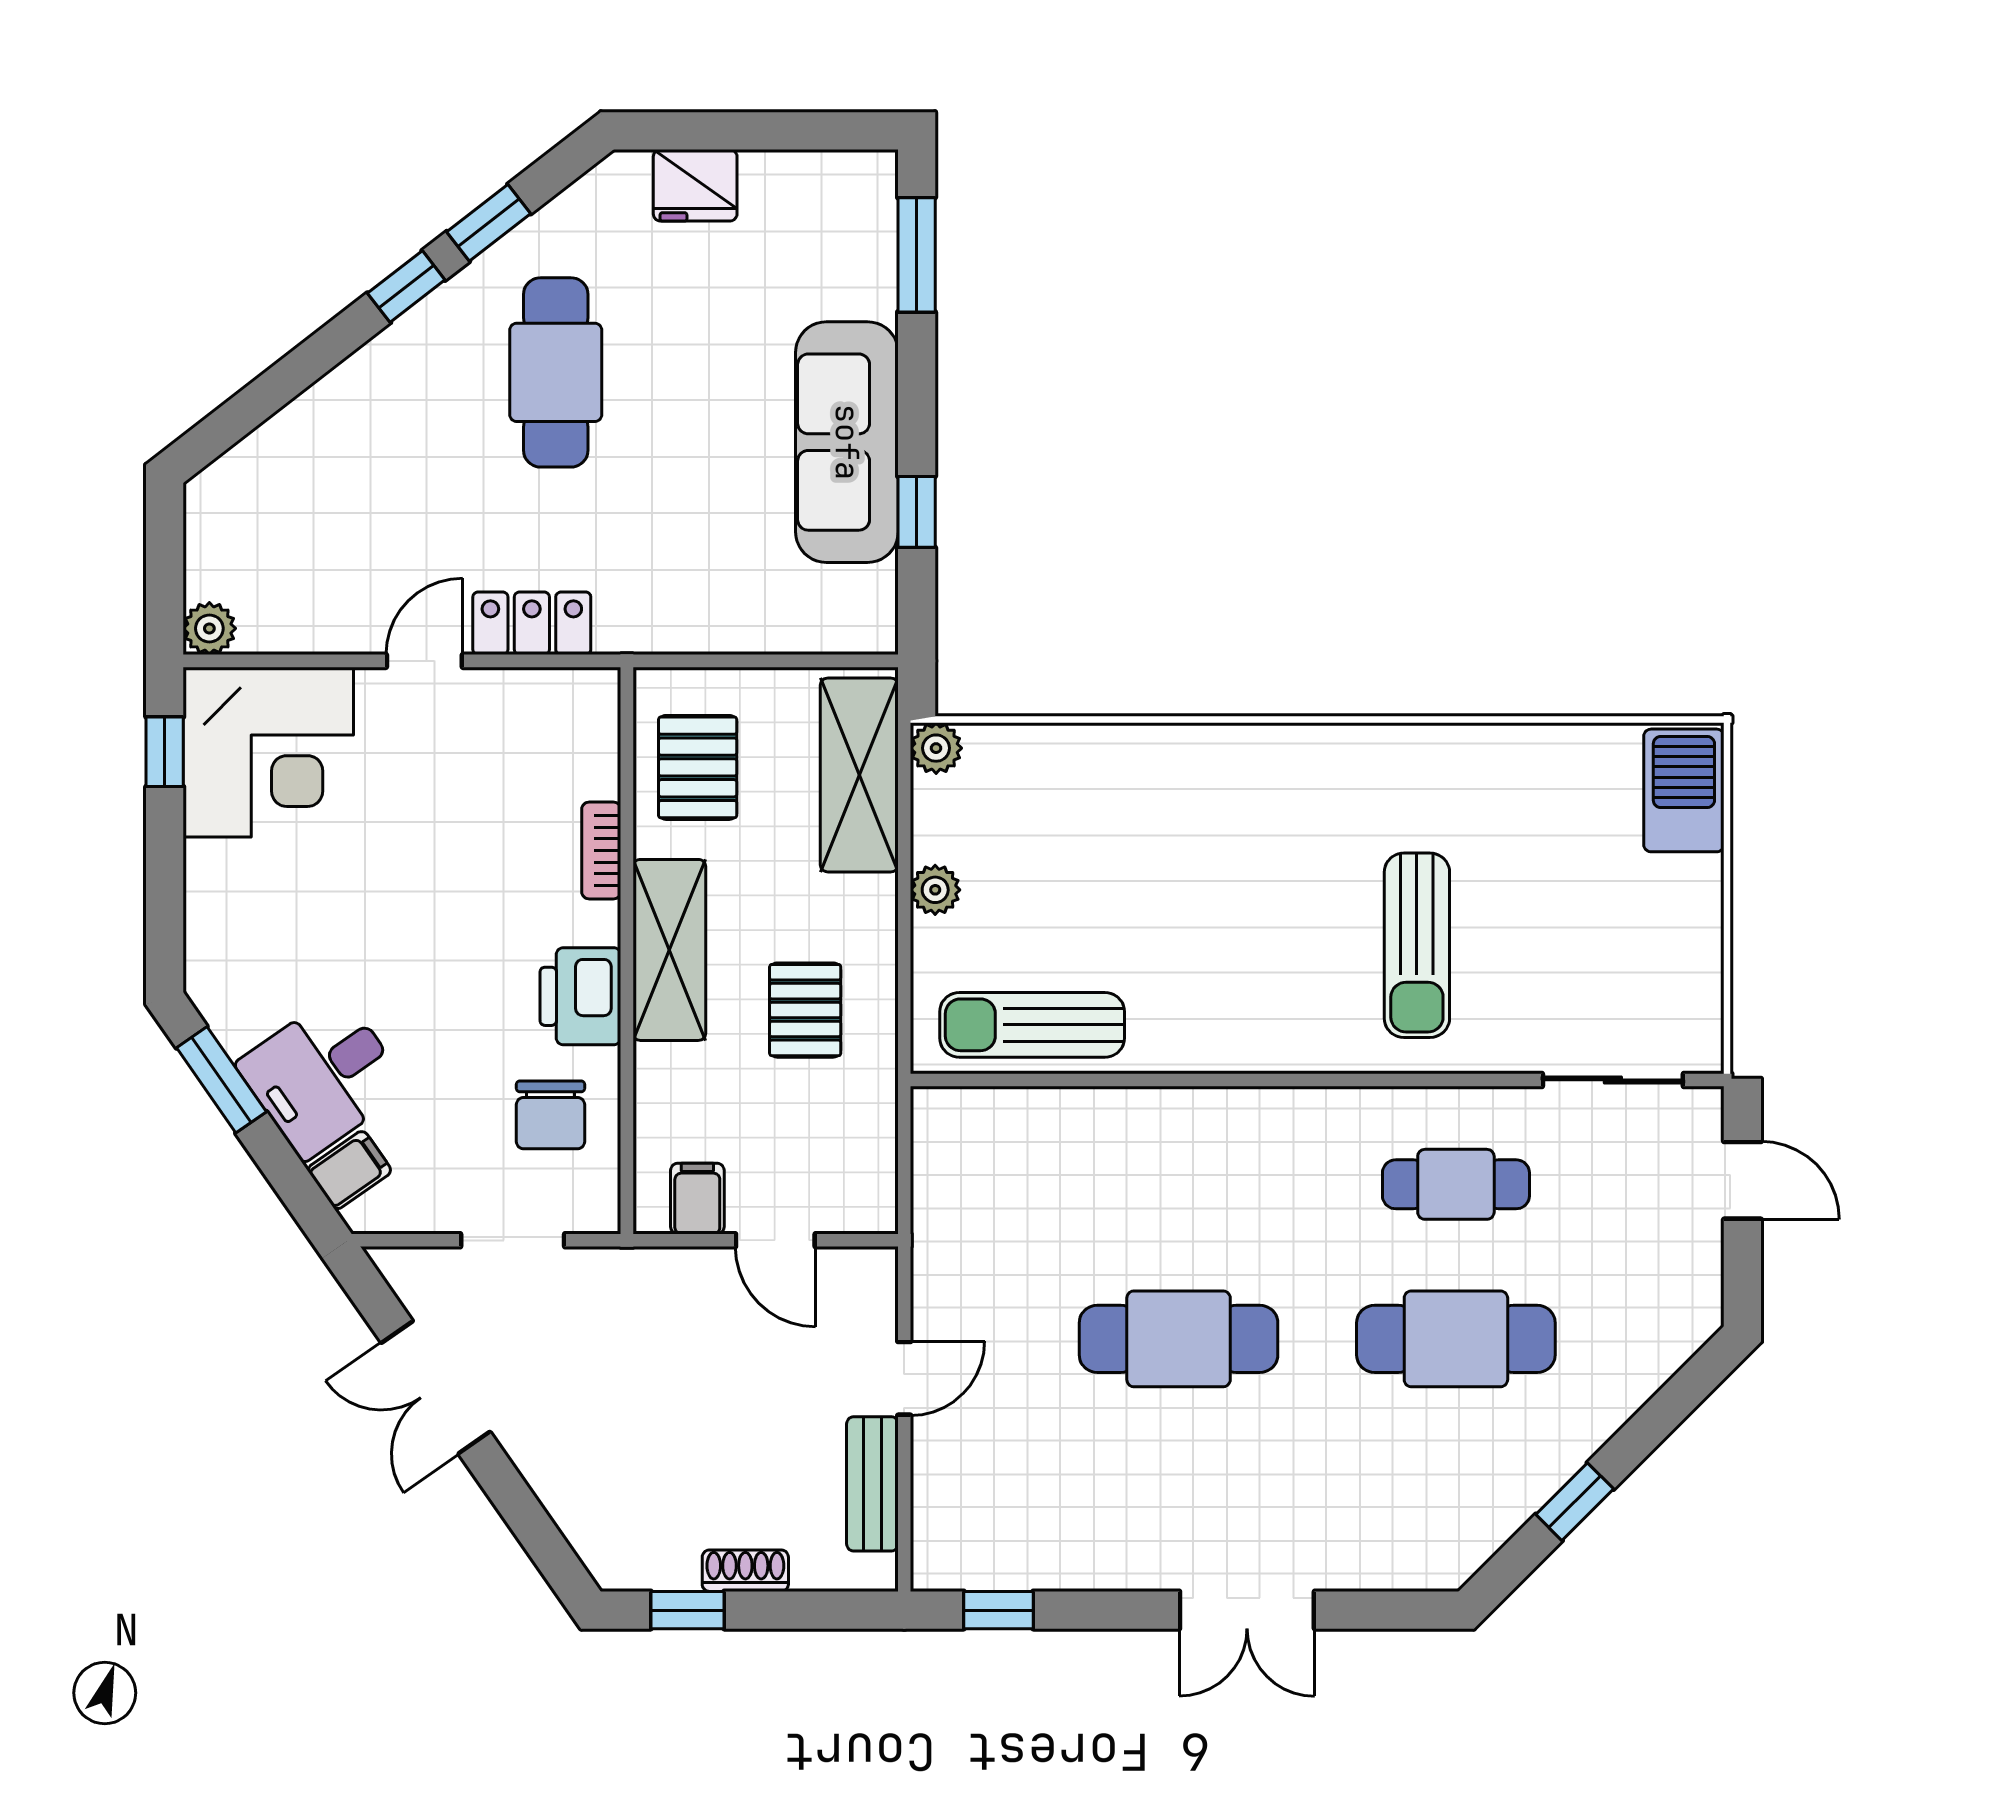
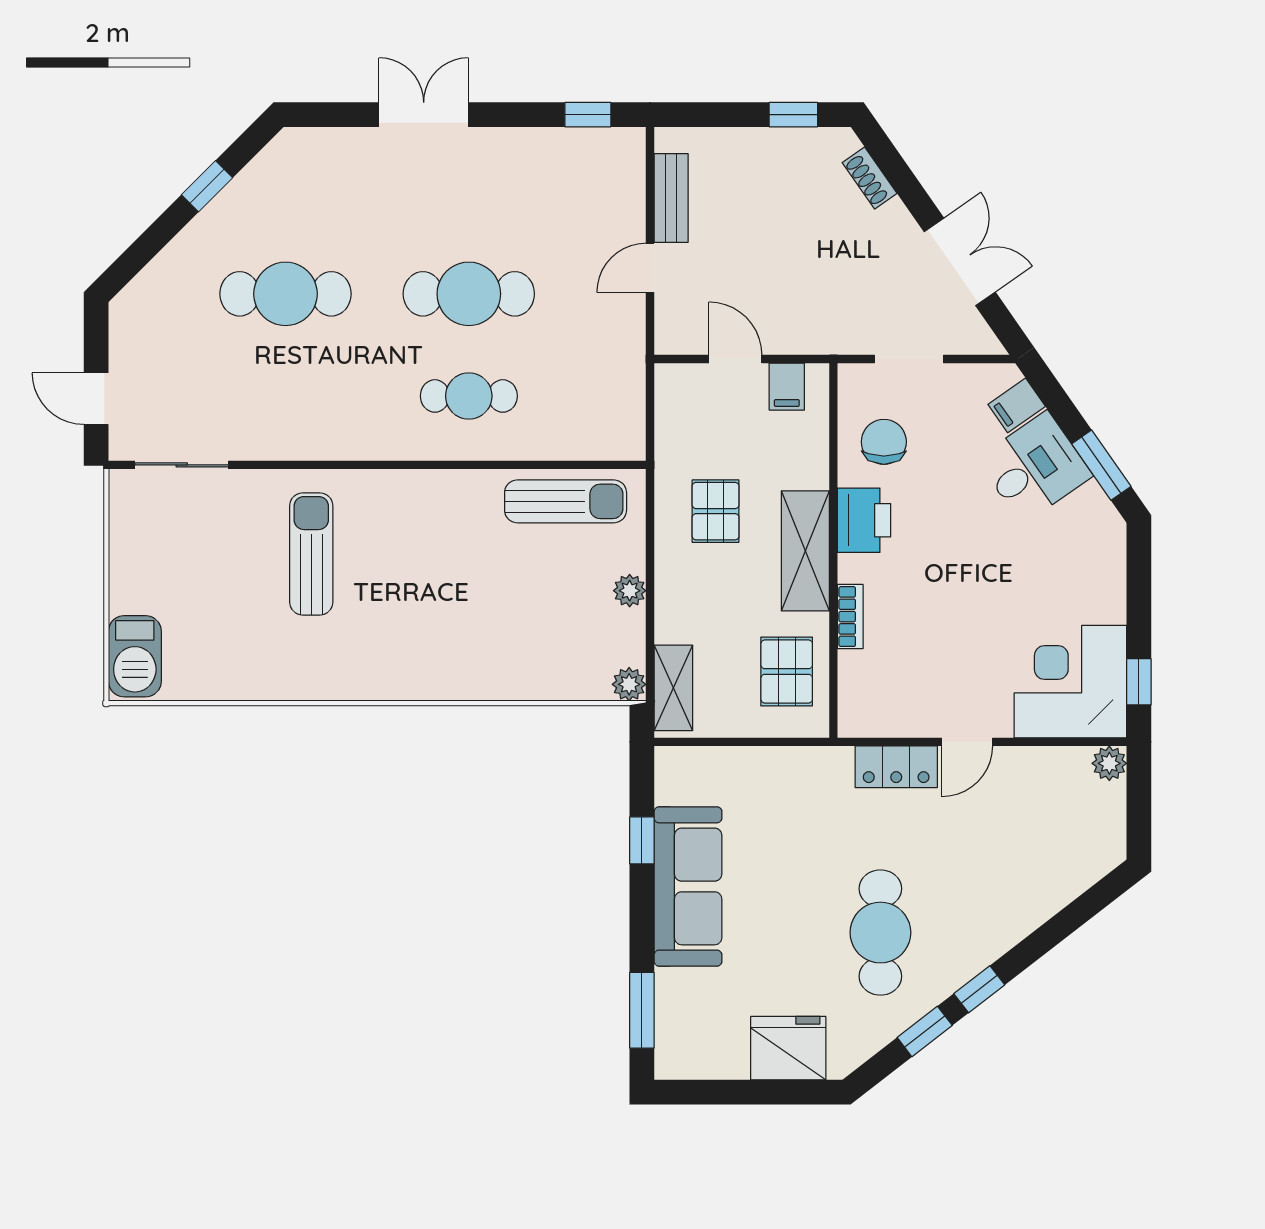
fridge: (695, 185) -> (788, 1048), width x1.36, depth x1.34
shelving: (859, 775) -> (673, 688), width x0.67, depth x0.75
cafe table: (1456, 1184) -> (469, 396), moved
shoe rack: (745, 1571) -> (870, 178), moved, turned 55

